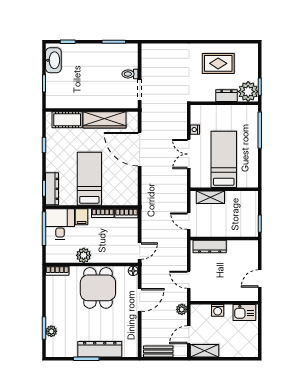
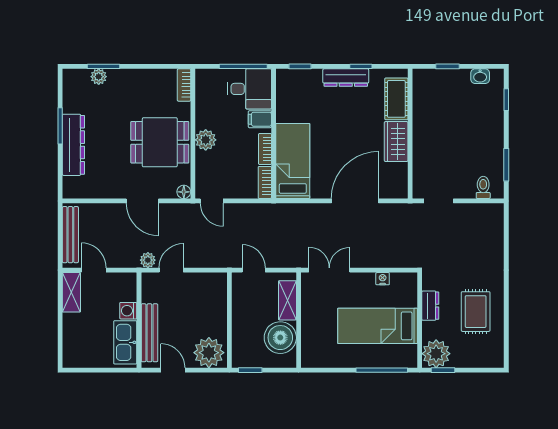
washbasin: (53, 60) -> (480, 76), width x0.52, depth x0.69
toilet: (130, 74) -> (483, 187), moved
dresser: (227, 96) -> (430, 306), moved
wardrobe: (105, 120) -> (396, 142), width x0.67
double door: (189, 154) -> (329, 270), moved
bed: (224, 159) -> (378, 326), moved, turned 180
bed: (89, 179) -> (293, 161), moved, turned -90
dresser: (52, 189) -> (346, 78), moved
boiler: (237, 202) -> (280, 338), added
door: (189, 221) -> (254, 270), hinge flipped
dresser: (210, 247) -> (218, 300), removed
plant: (247, 253) -> (209, 353), added
plant: (84, 255) -> (206, 140), moved
bench: (233, 295) -> (149, 333), added
plant: (182, 309) -> (148, 260), moved
kitchen sink: (244, 312) -> (125, 342), width x1.38
bench: (158, 351) -> (70, 235), width x1.36

